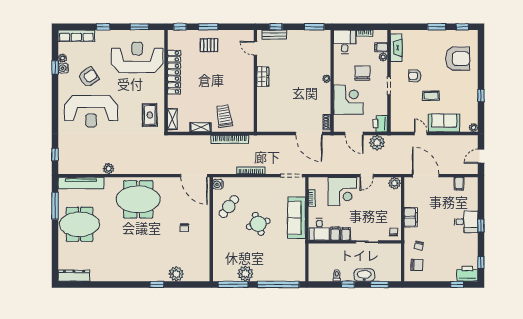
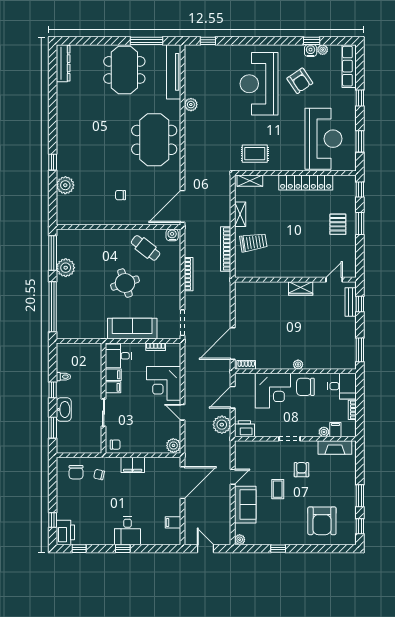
chair: (362, 73) -> (305, 387), moved, turned 180

